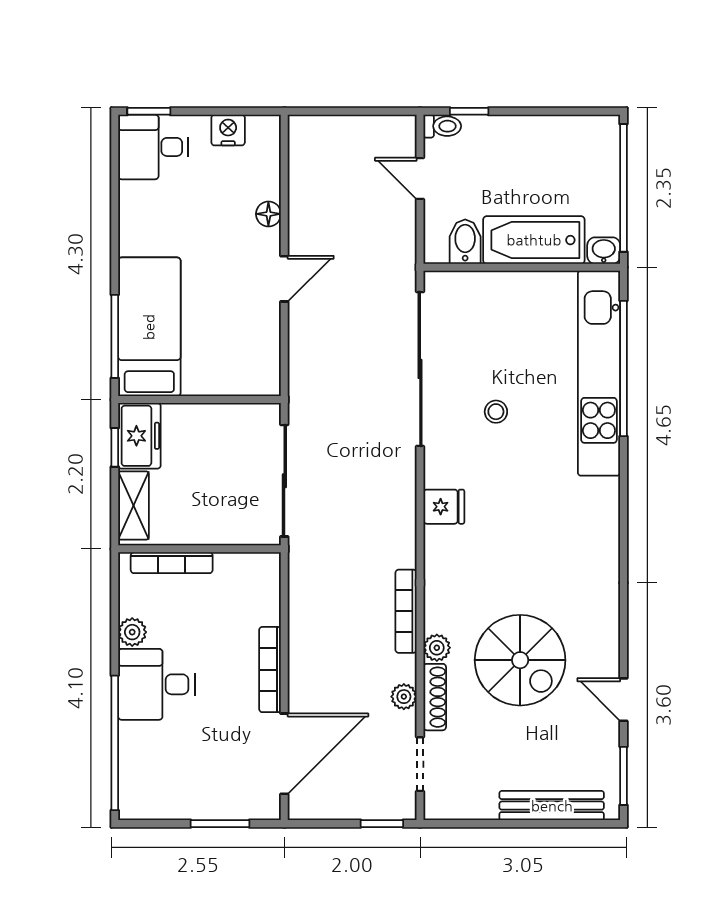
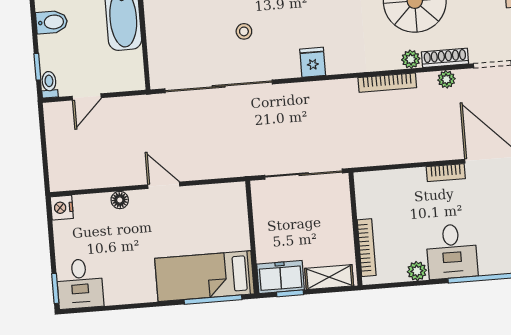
nightstand: (228, 130) -> (62, 208), moved
bidet: (465, 242) -> (52, 22), moved, turned 180
bookcase: (270, 670) -> (446, 173), width x0.64

